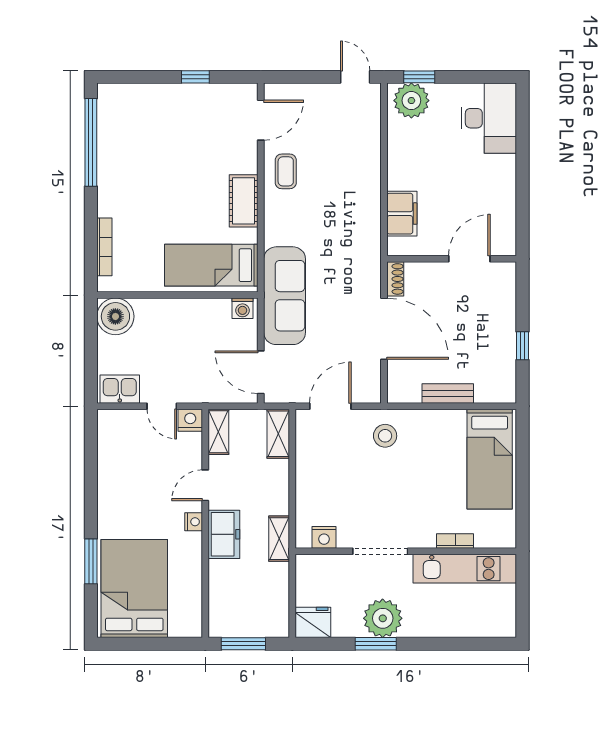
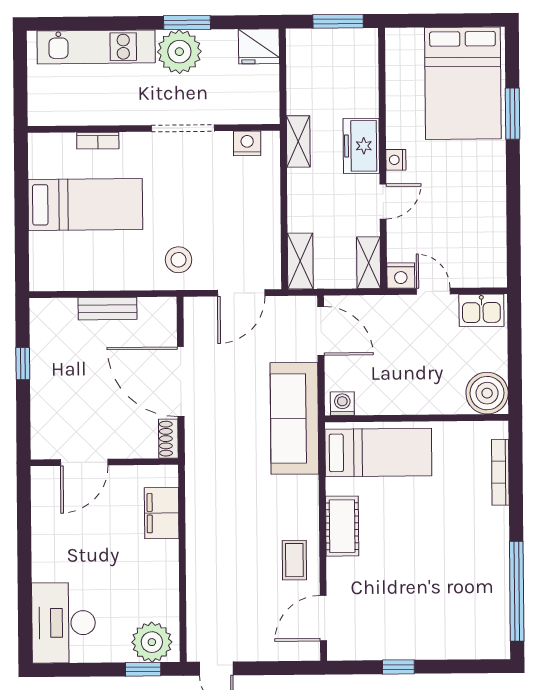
bed: (490, 459) -> (85, 204), moved, turned 90
kitchen unit: (465, 569) -> (96, 47), moved, turned 180

